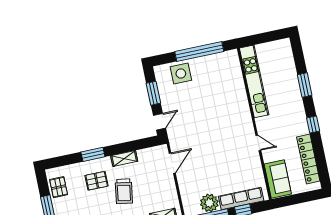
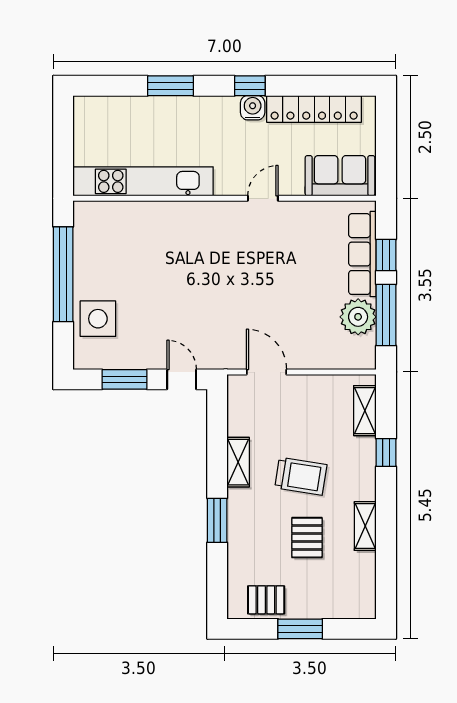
water cooler: (302, 128) -> (253, 108), added
pallet: (97, 181) -> (307, 538), moved

